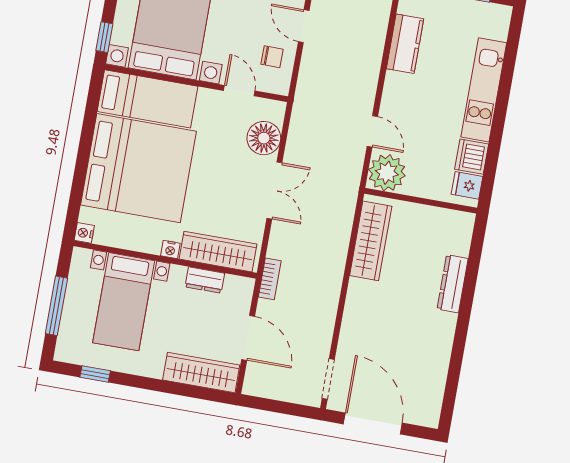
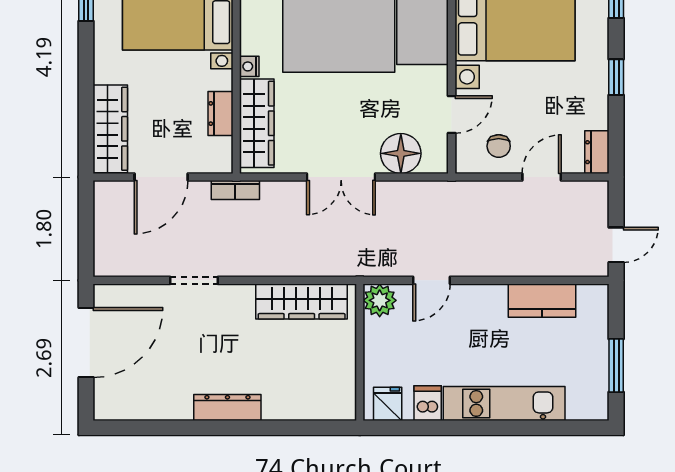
dishwasher: (472, 157) -> (428, 403), width x0.73
plant: (387, 173) -> (380, 300), width x0.73, depth x0.73
dresser: (453, 284) -> (227, 407), moved
doorway: (328, 379) -> (194, 280), moved

